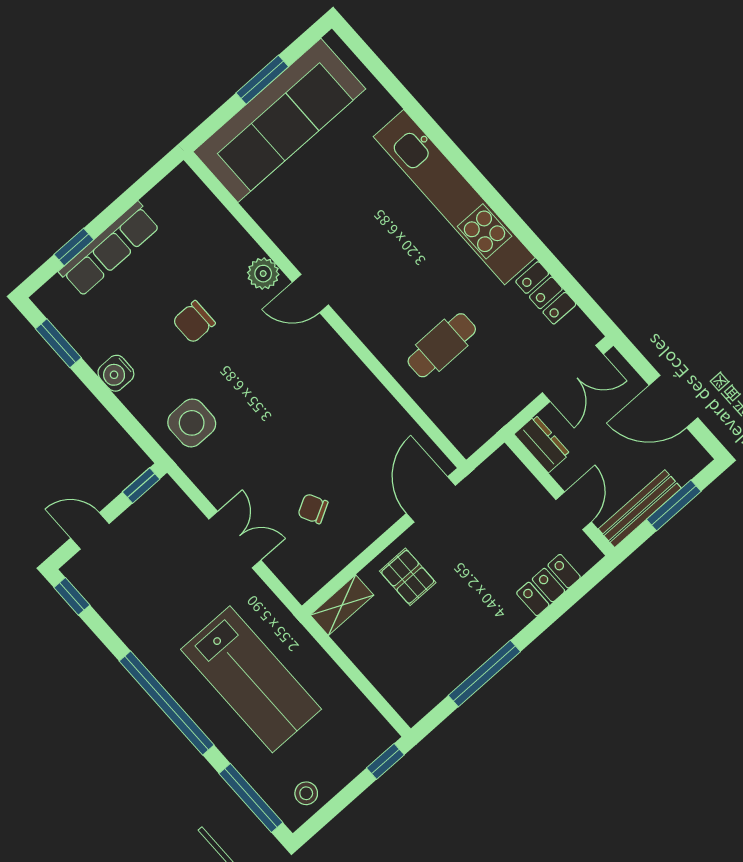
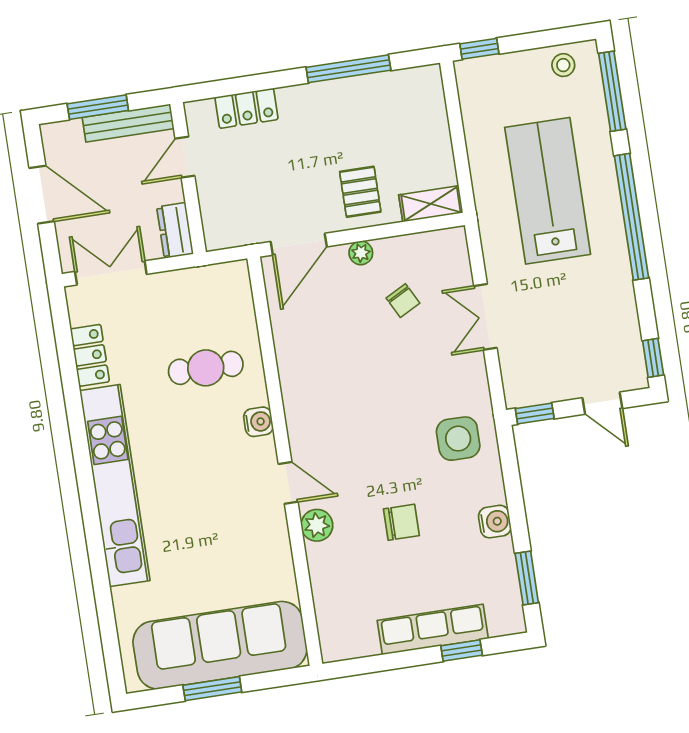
water cooler: (368, 329) -> (258, 422), added
plant: (374, 526) -> (361, 253), added

